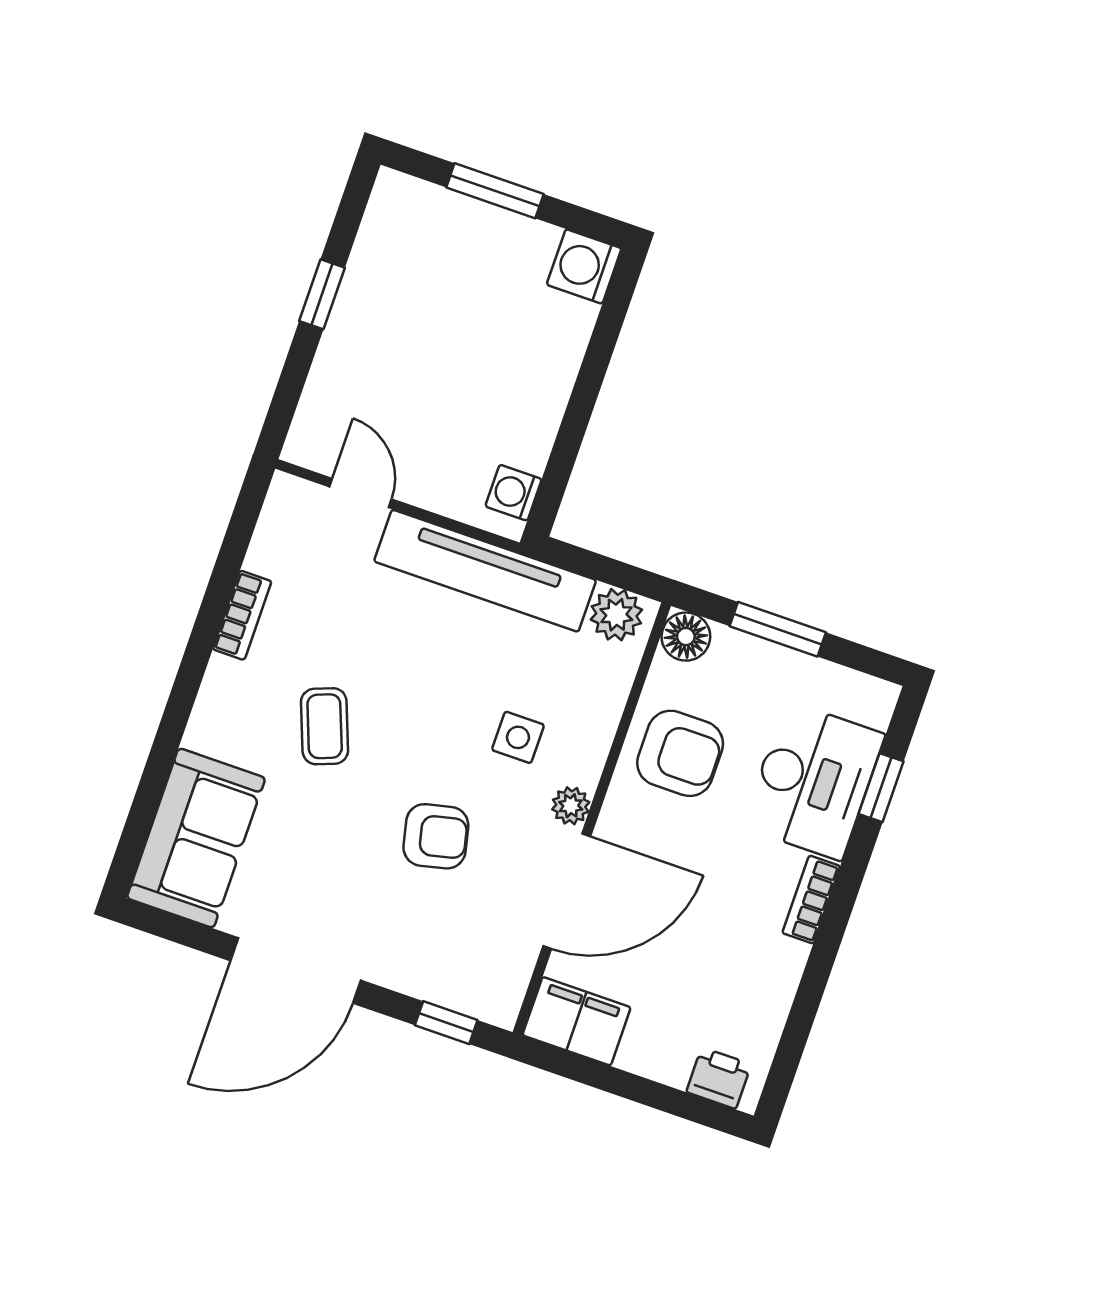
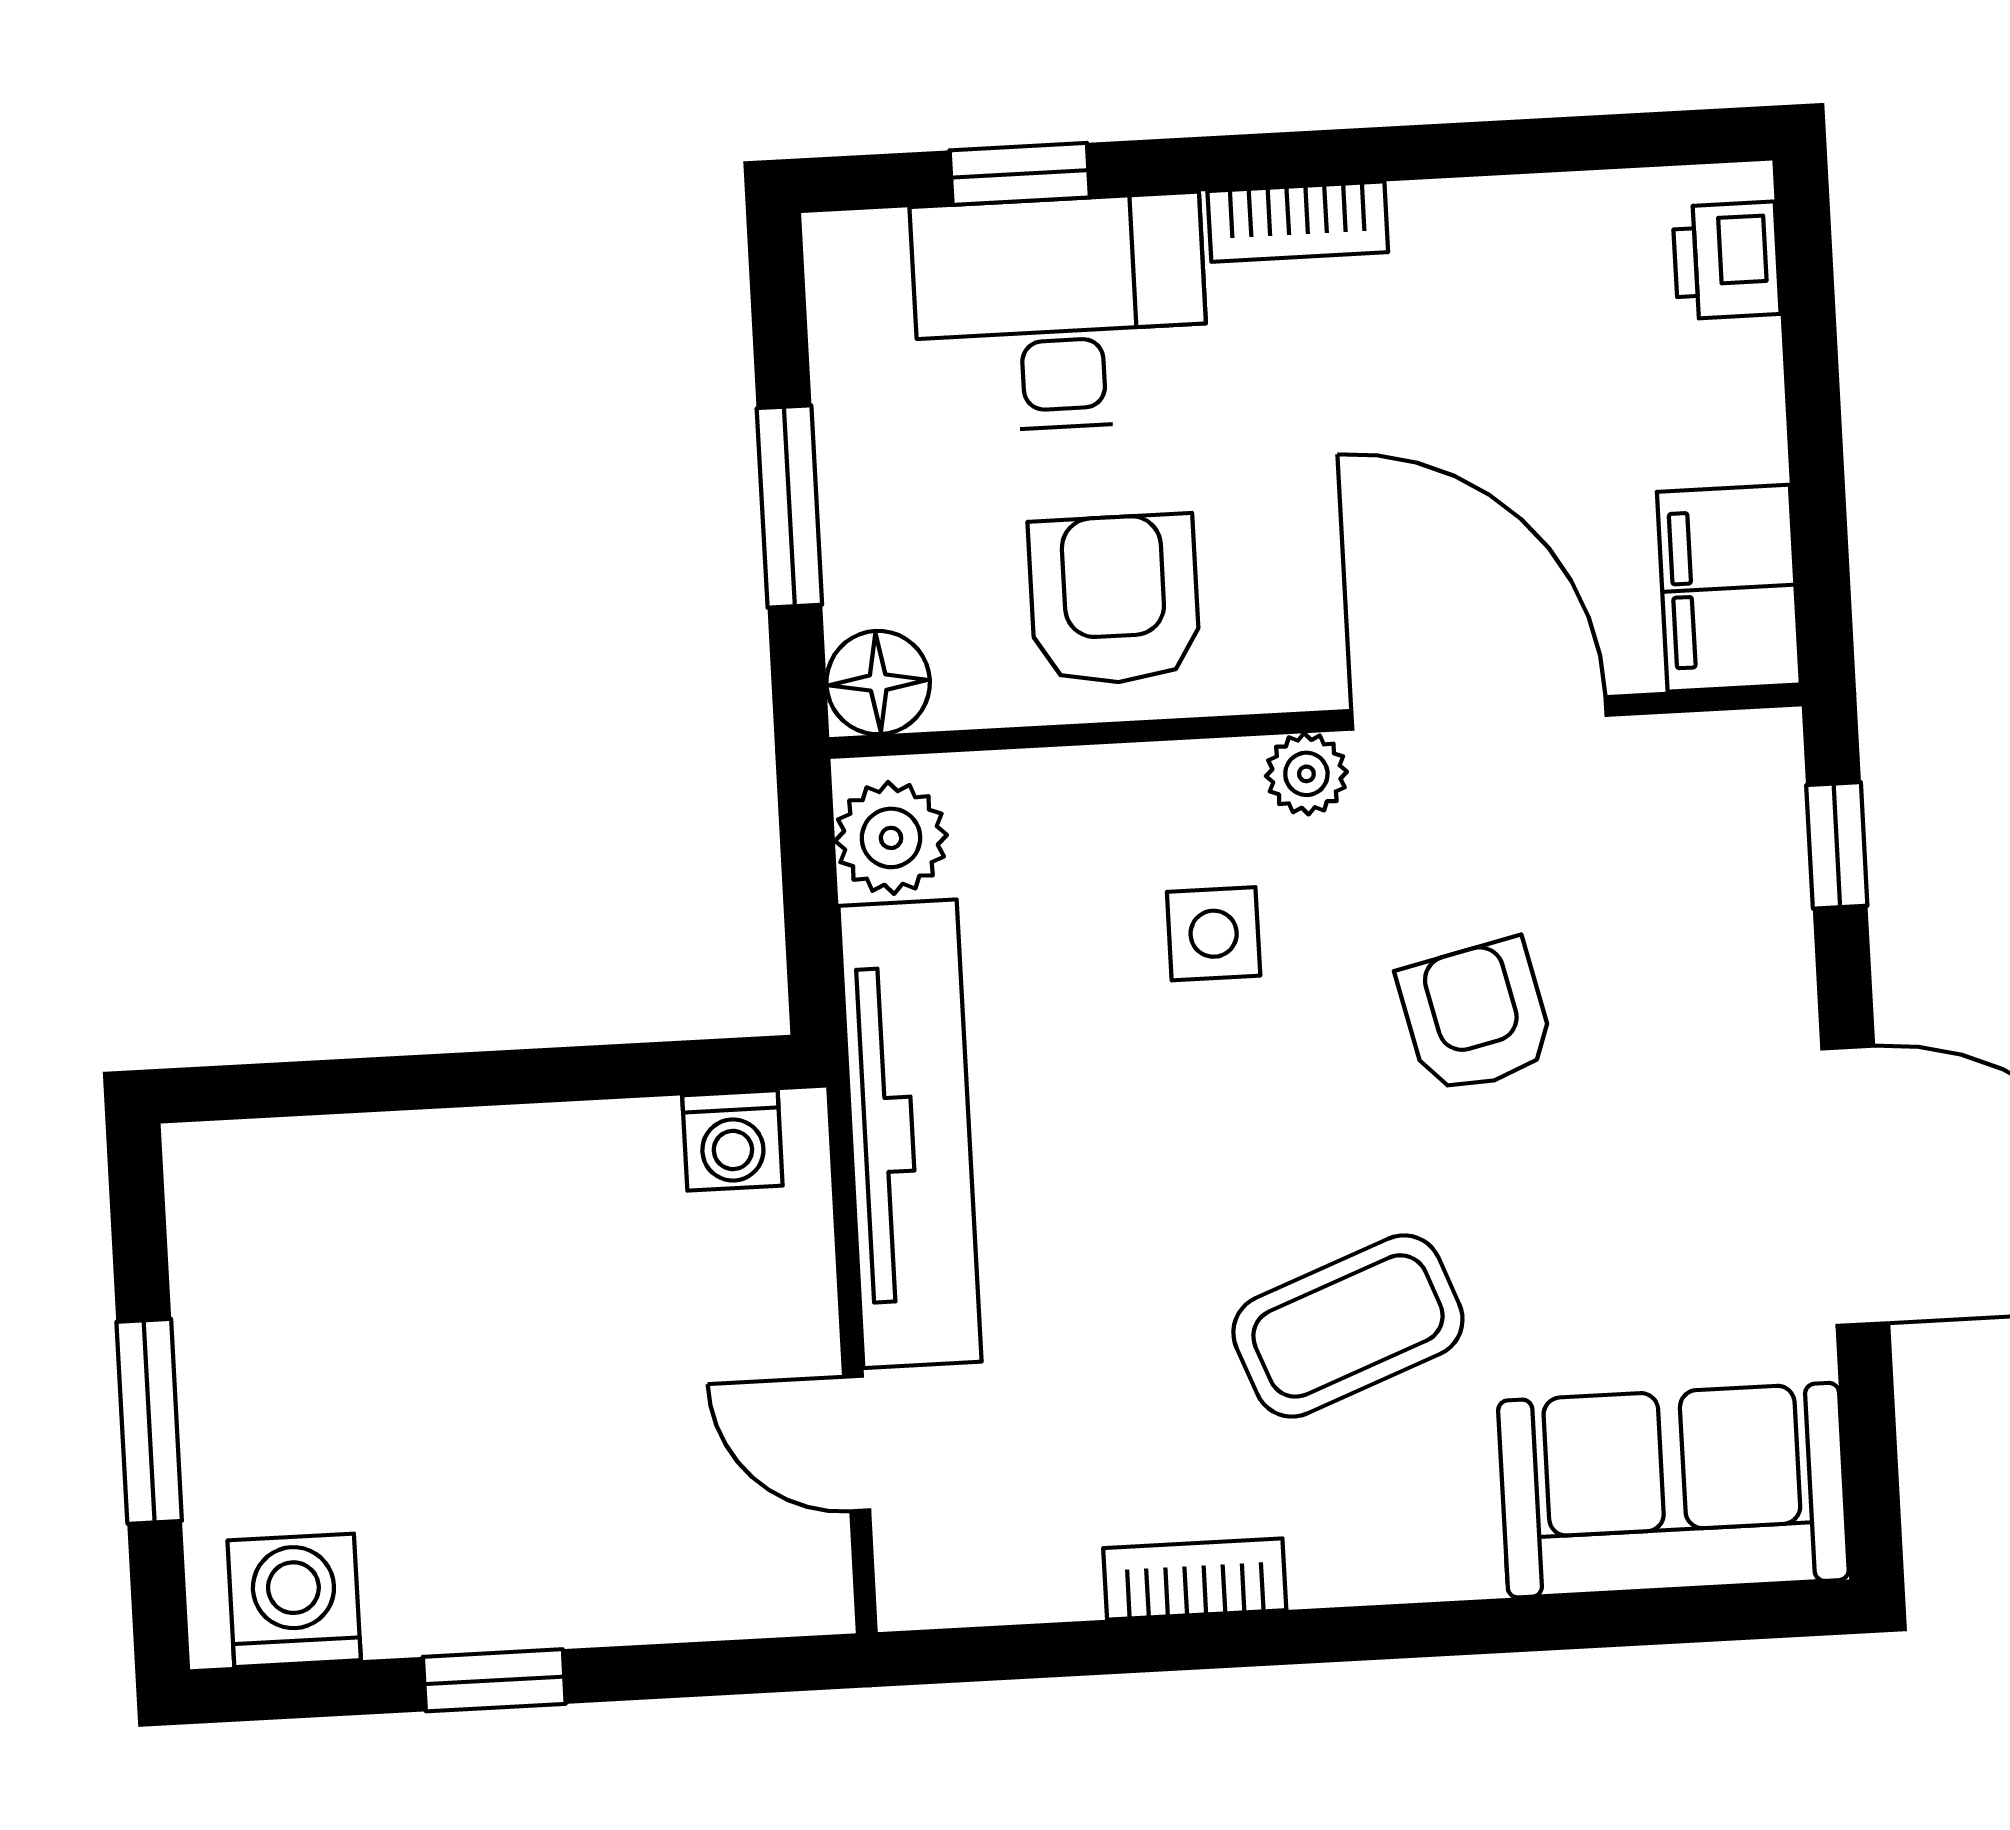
washing machine: (584, 266) -> (294, 1600), moved, turned 180
door: (360, 493) -> (857, 1444), hinge flipped
coffee table: (325, 726) -> (1348, 1326), width x1.36, depth x1.30

